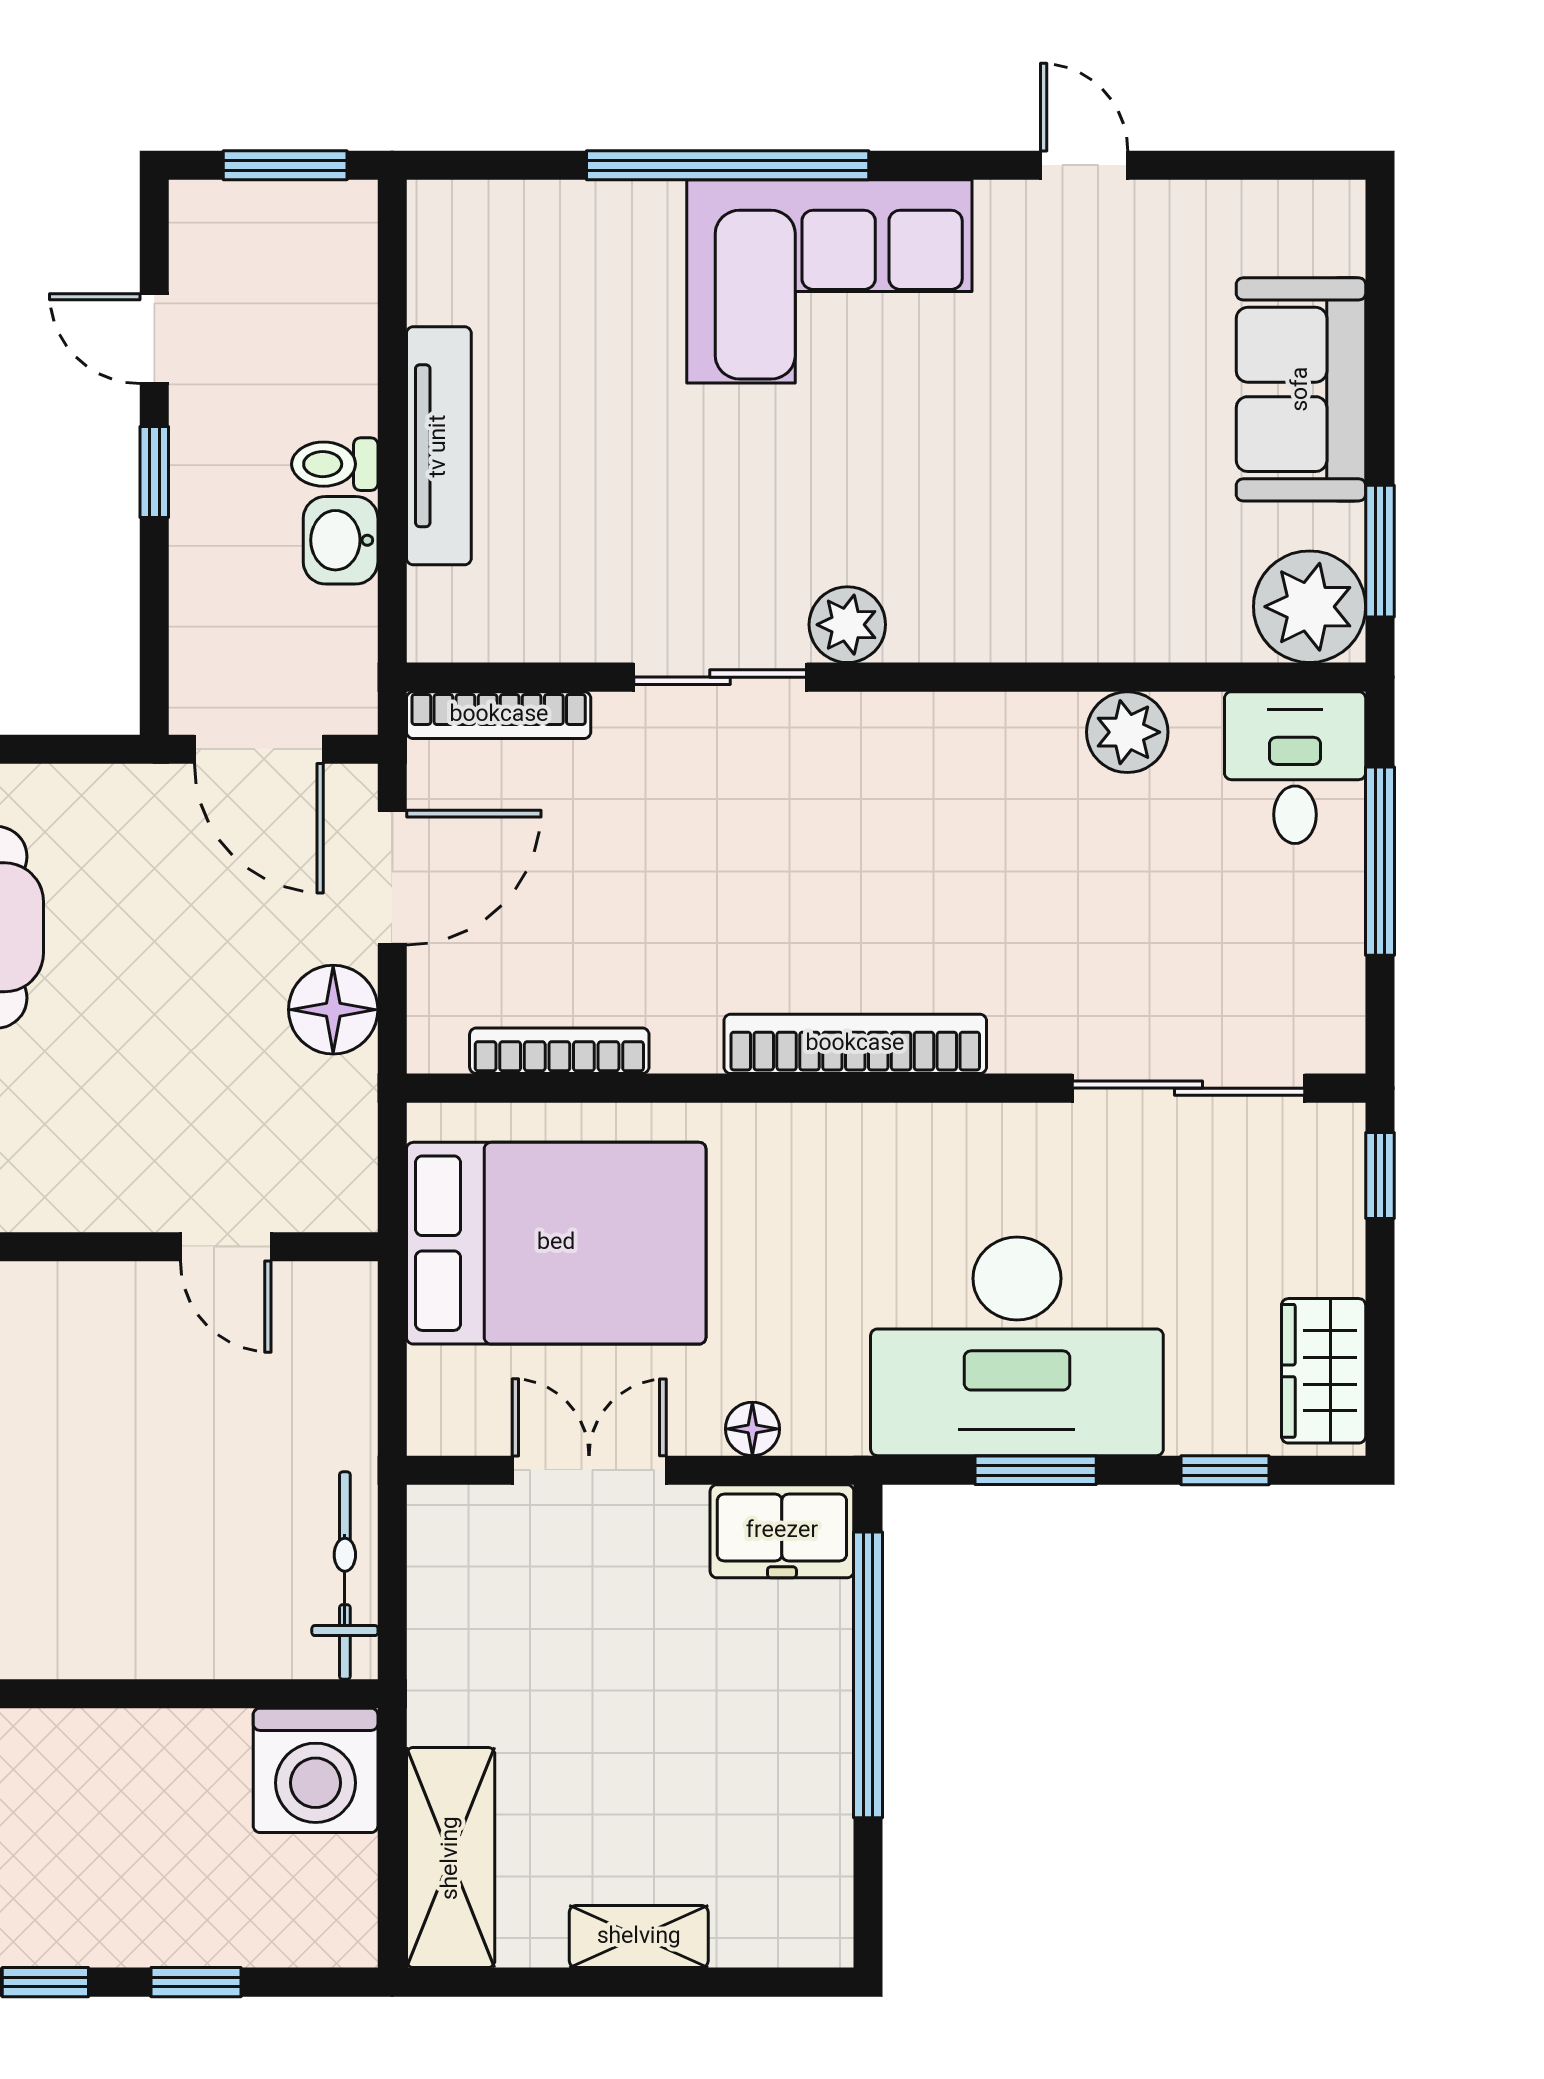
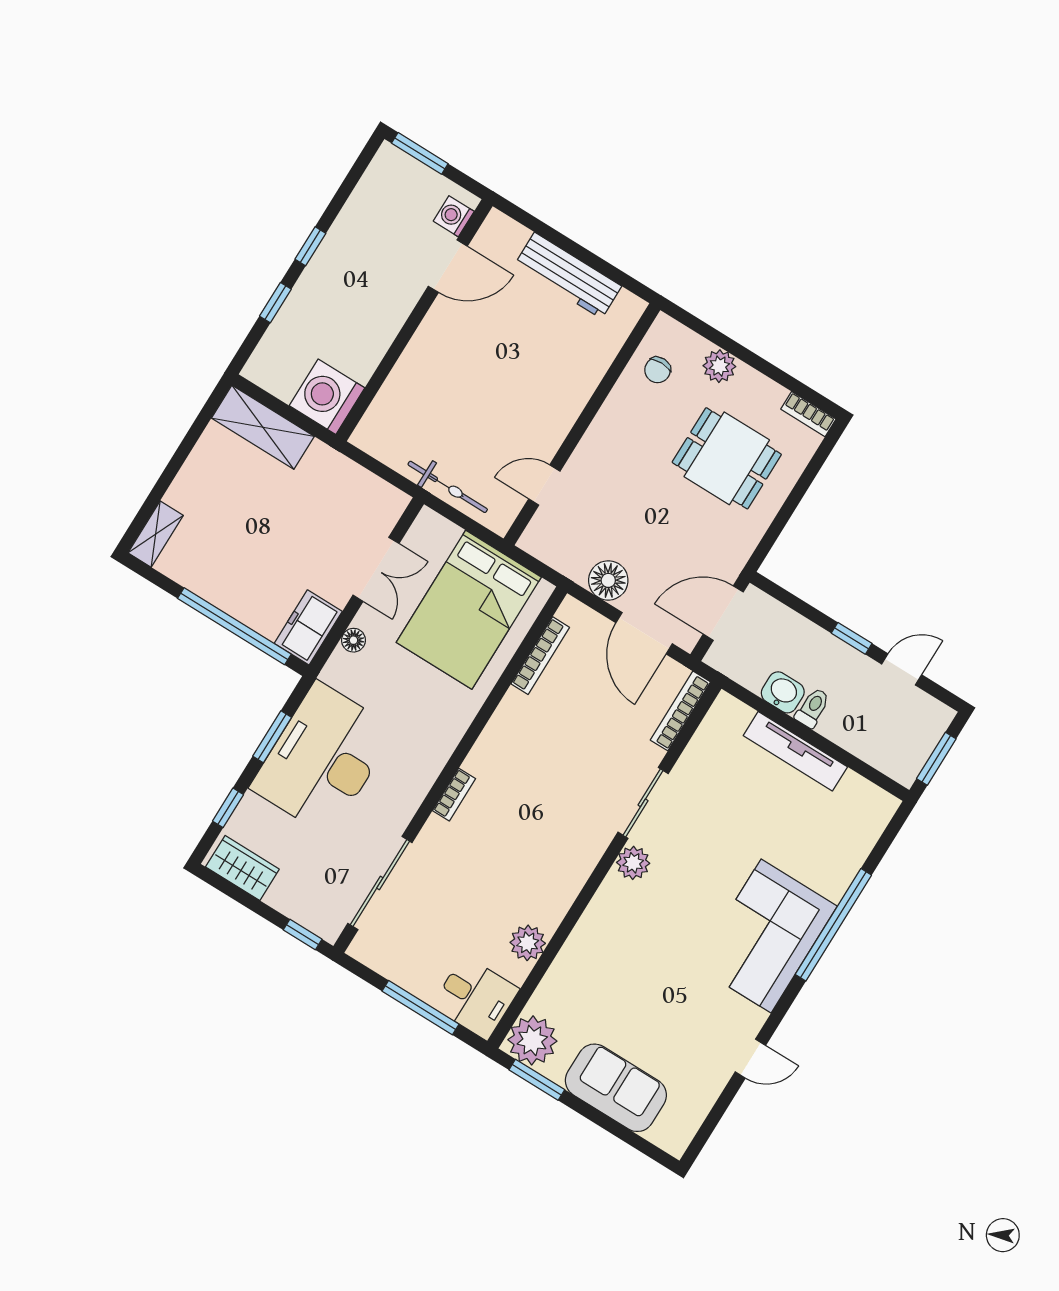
bookcase: (855, 1044) -> (454, 795), width x0.43, depth x0.76
bicycle: (345, 1576) -> (448, 487), moved
shelving: (639, 1937) -> (156, 534), moved

